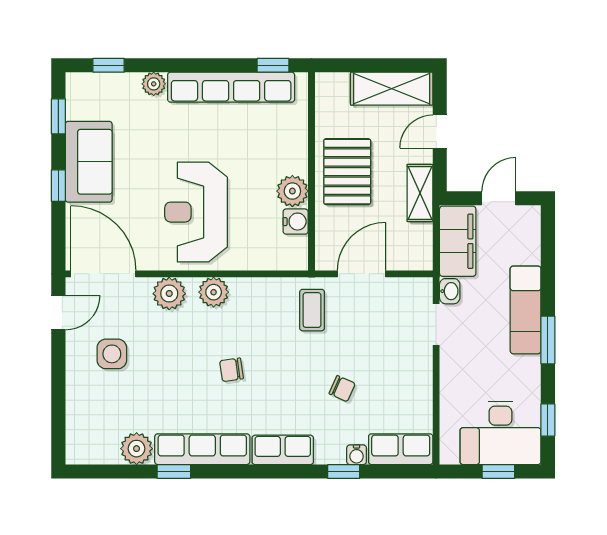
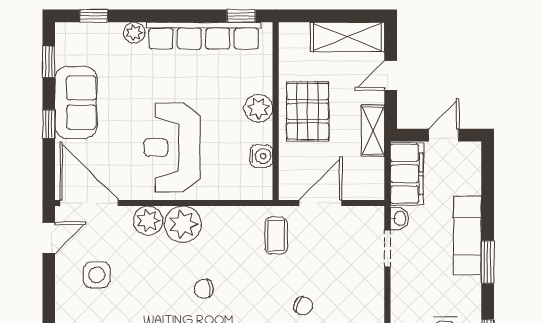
plant: (292, 191) -> (259, 108), moved
plant: (214, 292) -> (183, 224), width x1.36, depth x1.36

